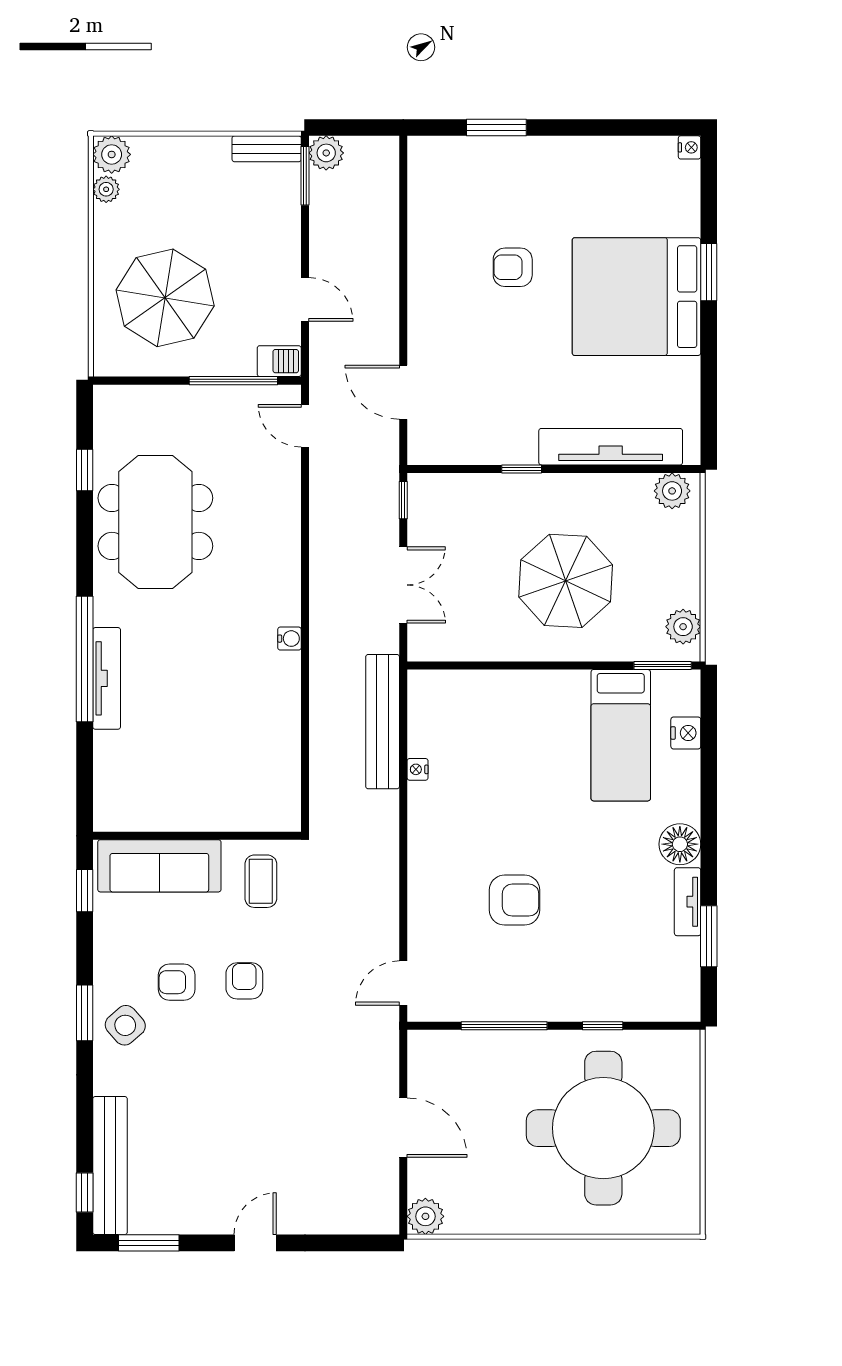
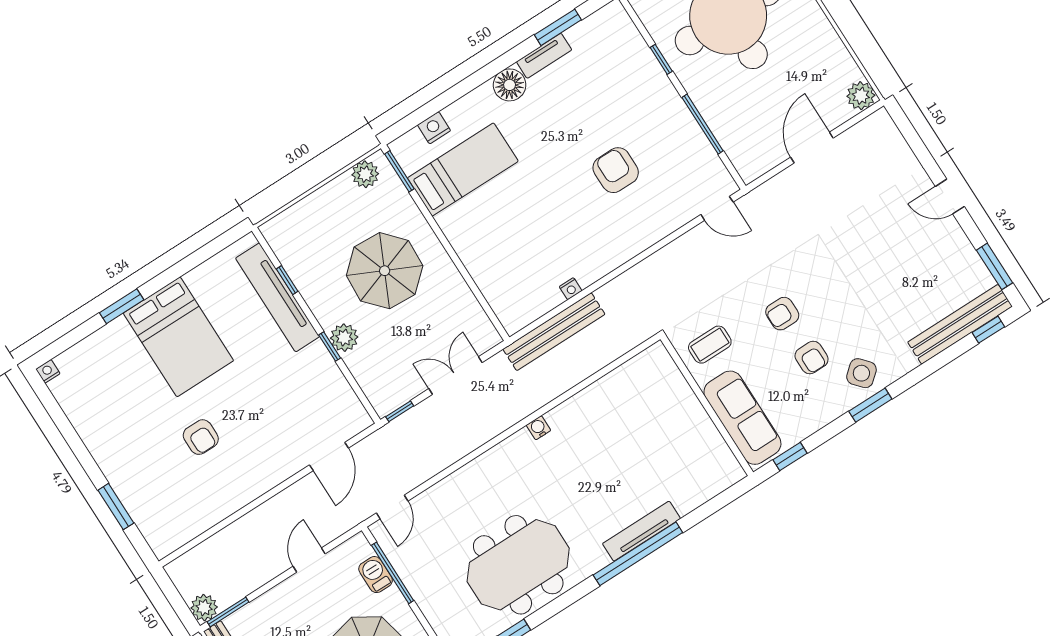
bed: (636, 297) -> (178, 337), width x0.73
barbecue: (279, 361) -> (376, 575), moved
window: (623, 469) -> (287, 280), added
plant: (672, 491) -> (344, 338), moved

